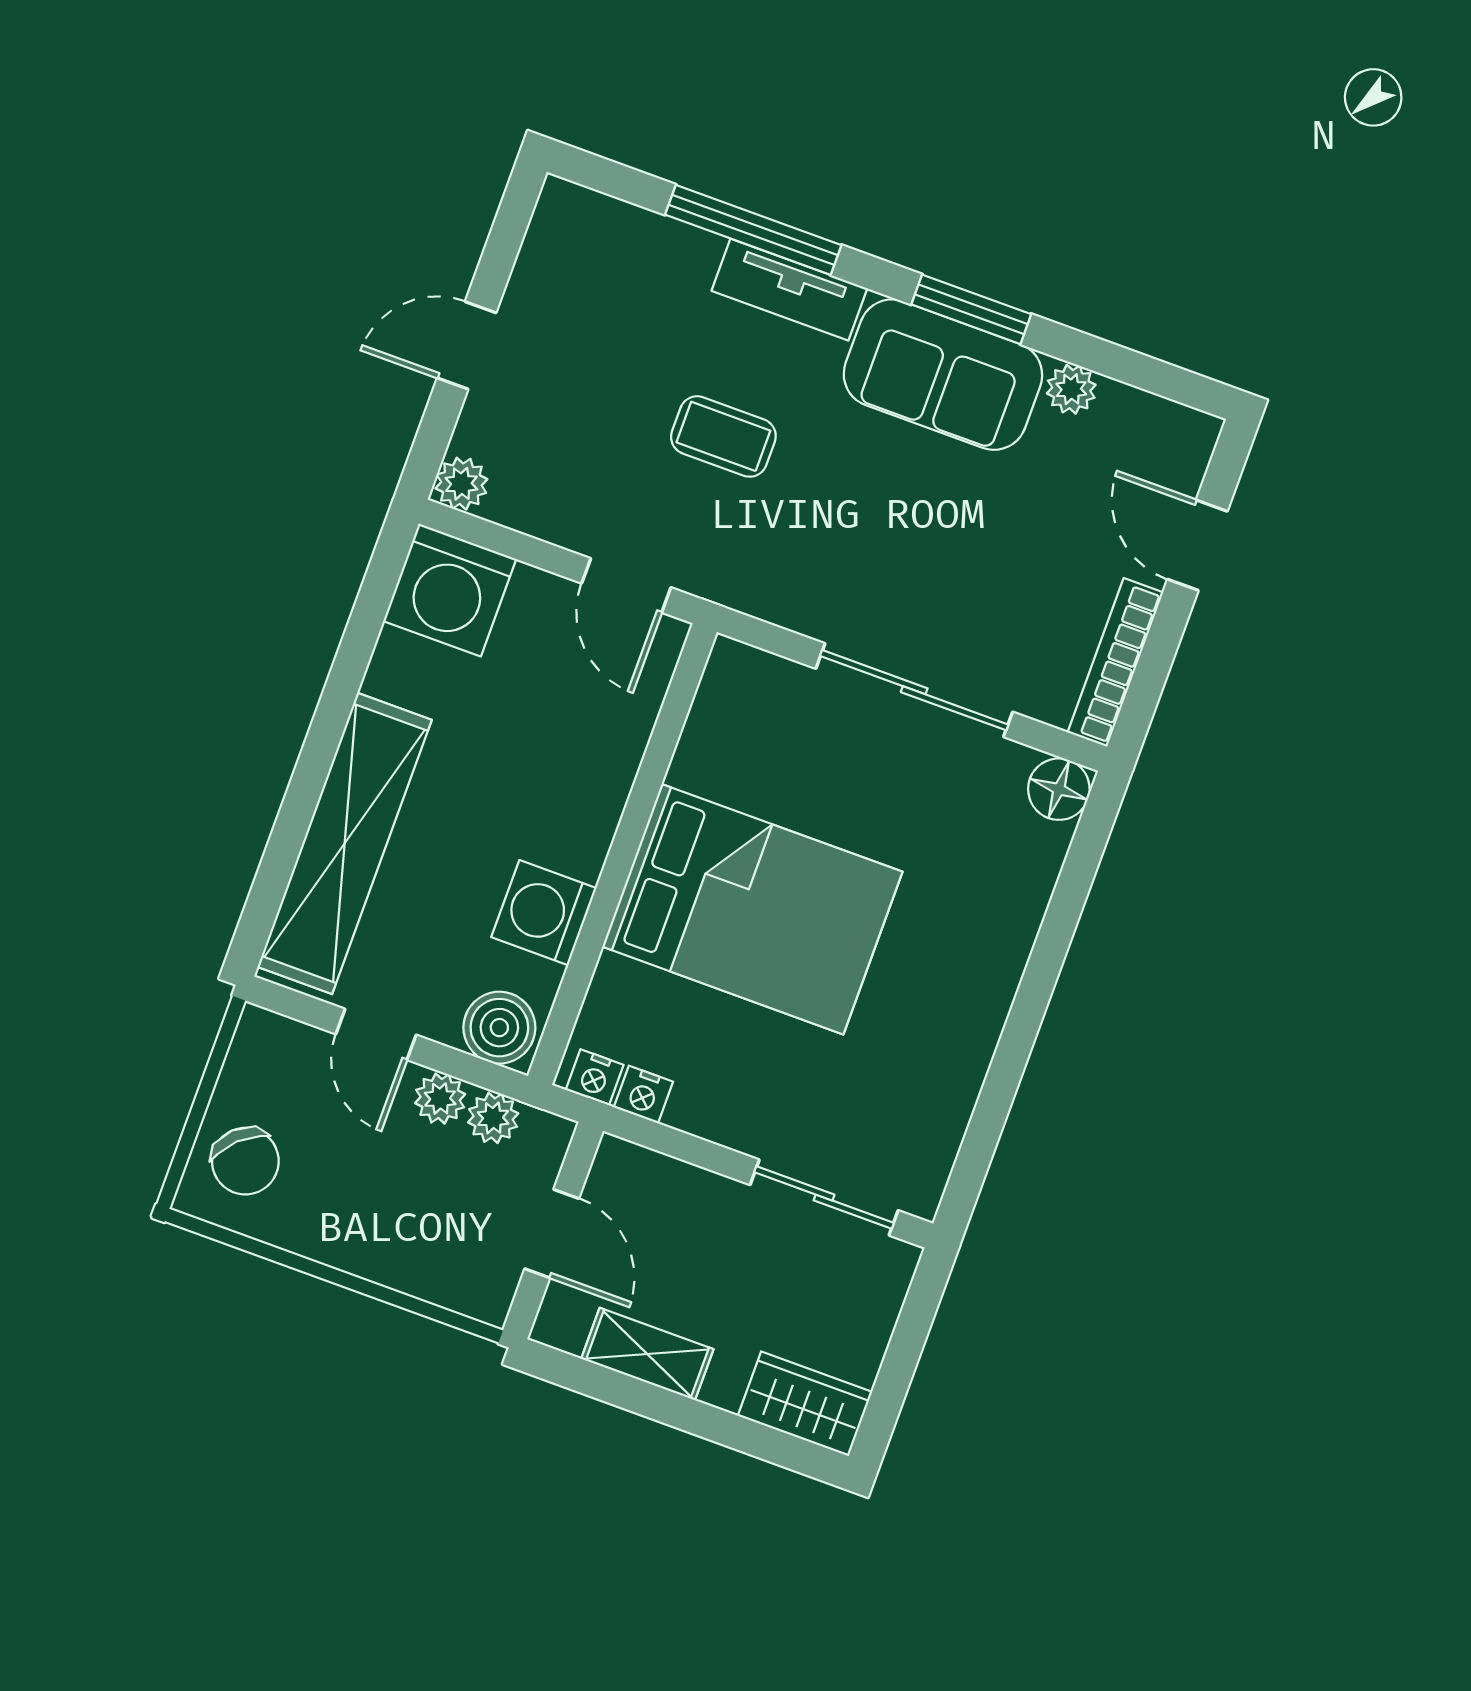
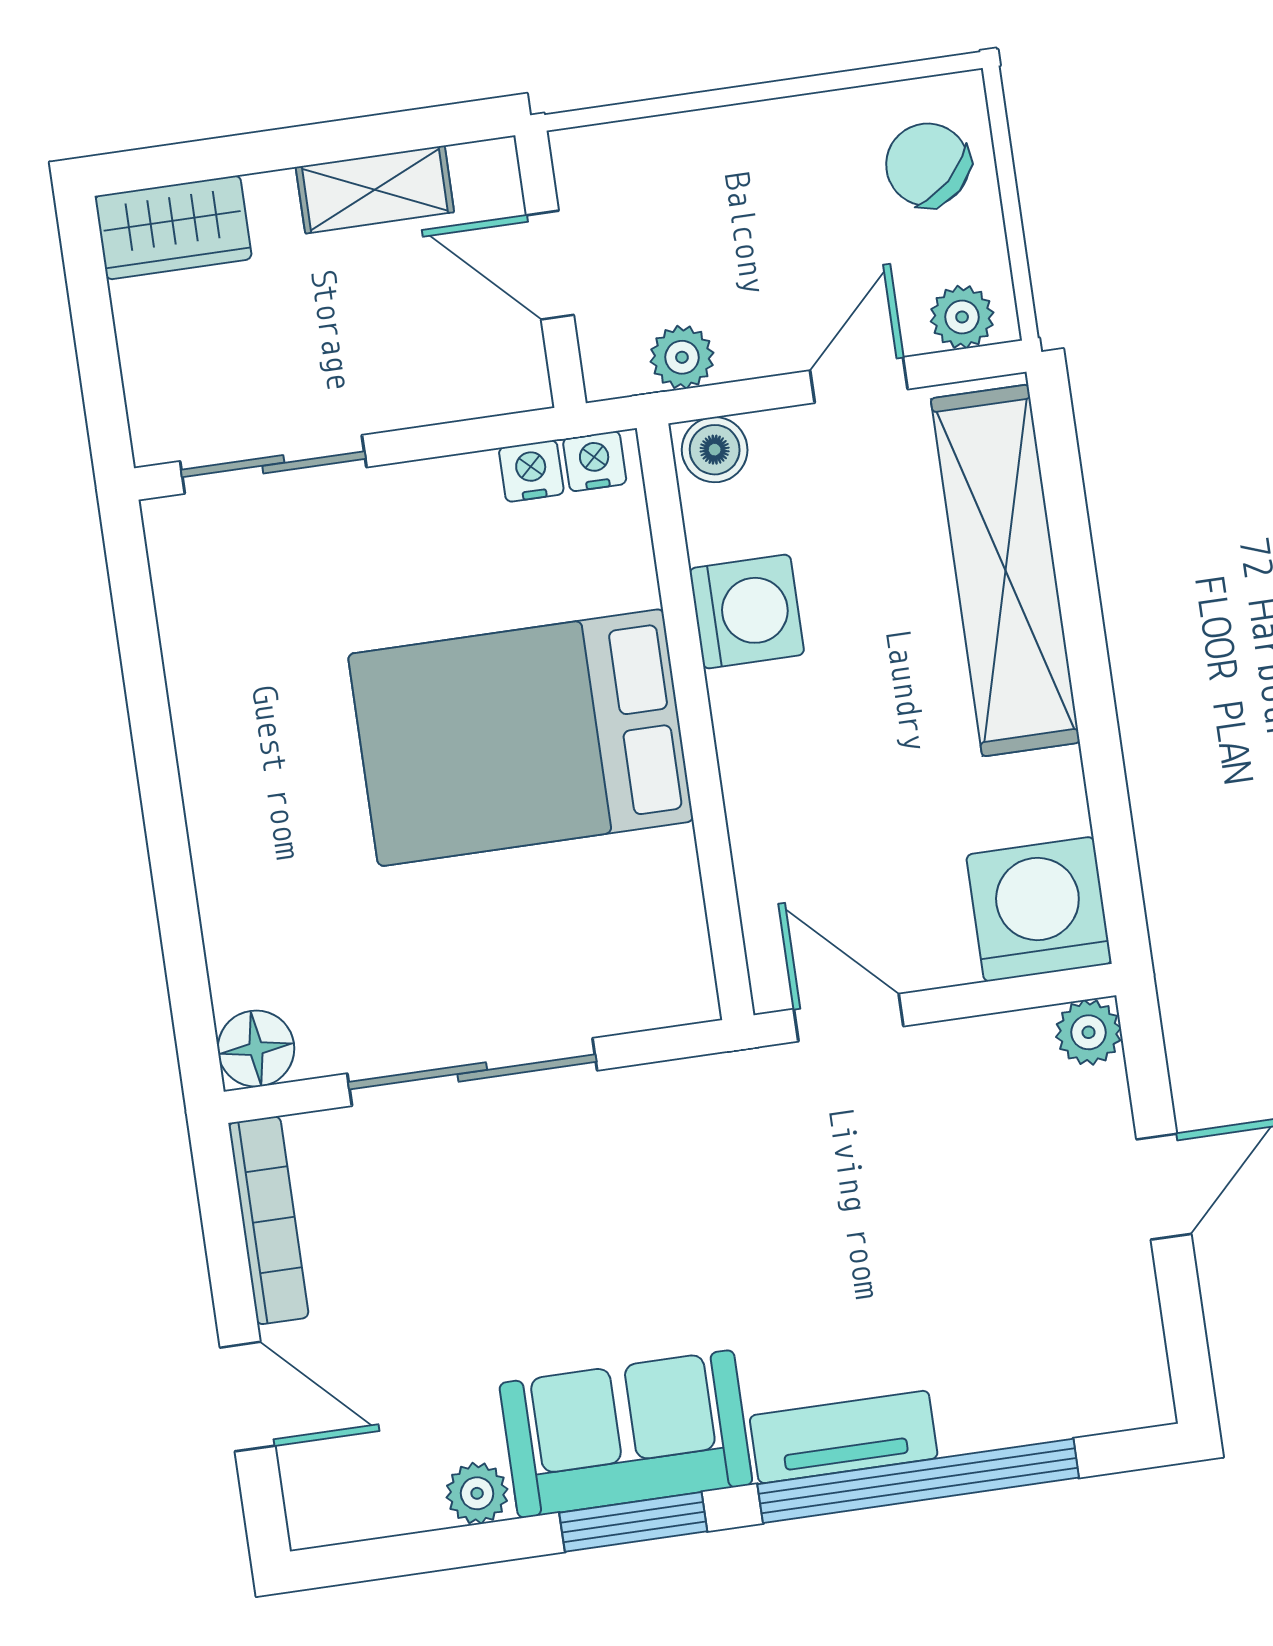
window: (753, 230) -> (918, 1481), width x1.46
coffee table: (723, 436) -> (830, 1238), removed
boiler: (499, 1028) -> (715, 450), width x0.73, depth x0.73
door: (376, 1034) -> (859, 380), hinge flipped
plant: (440, 1099) -> (962, 317), moved

